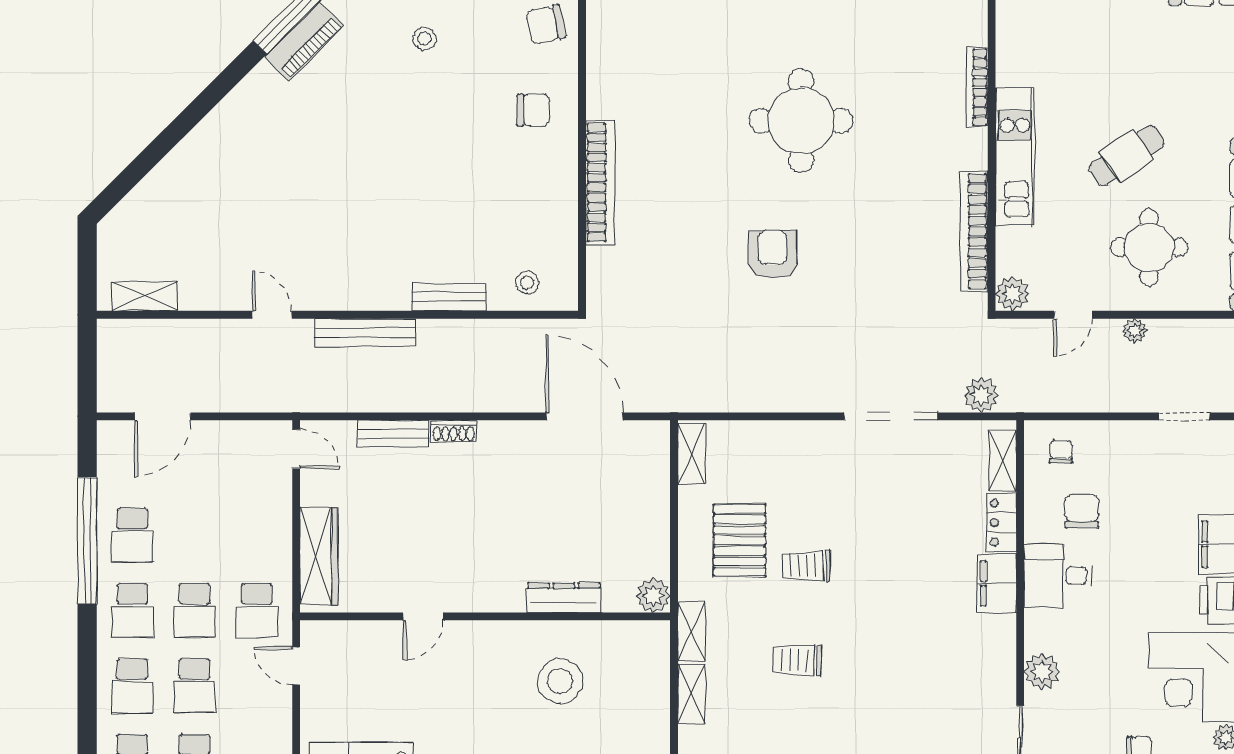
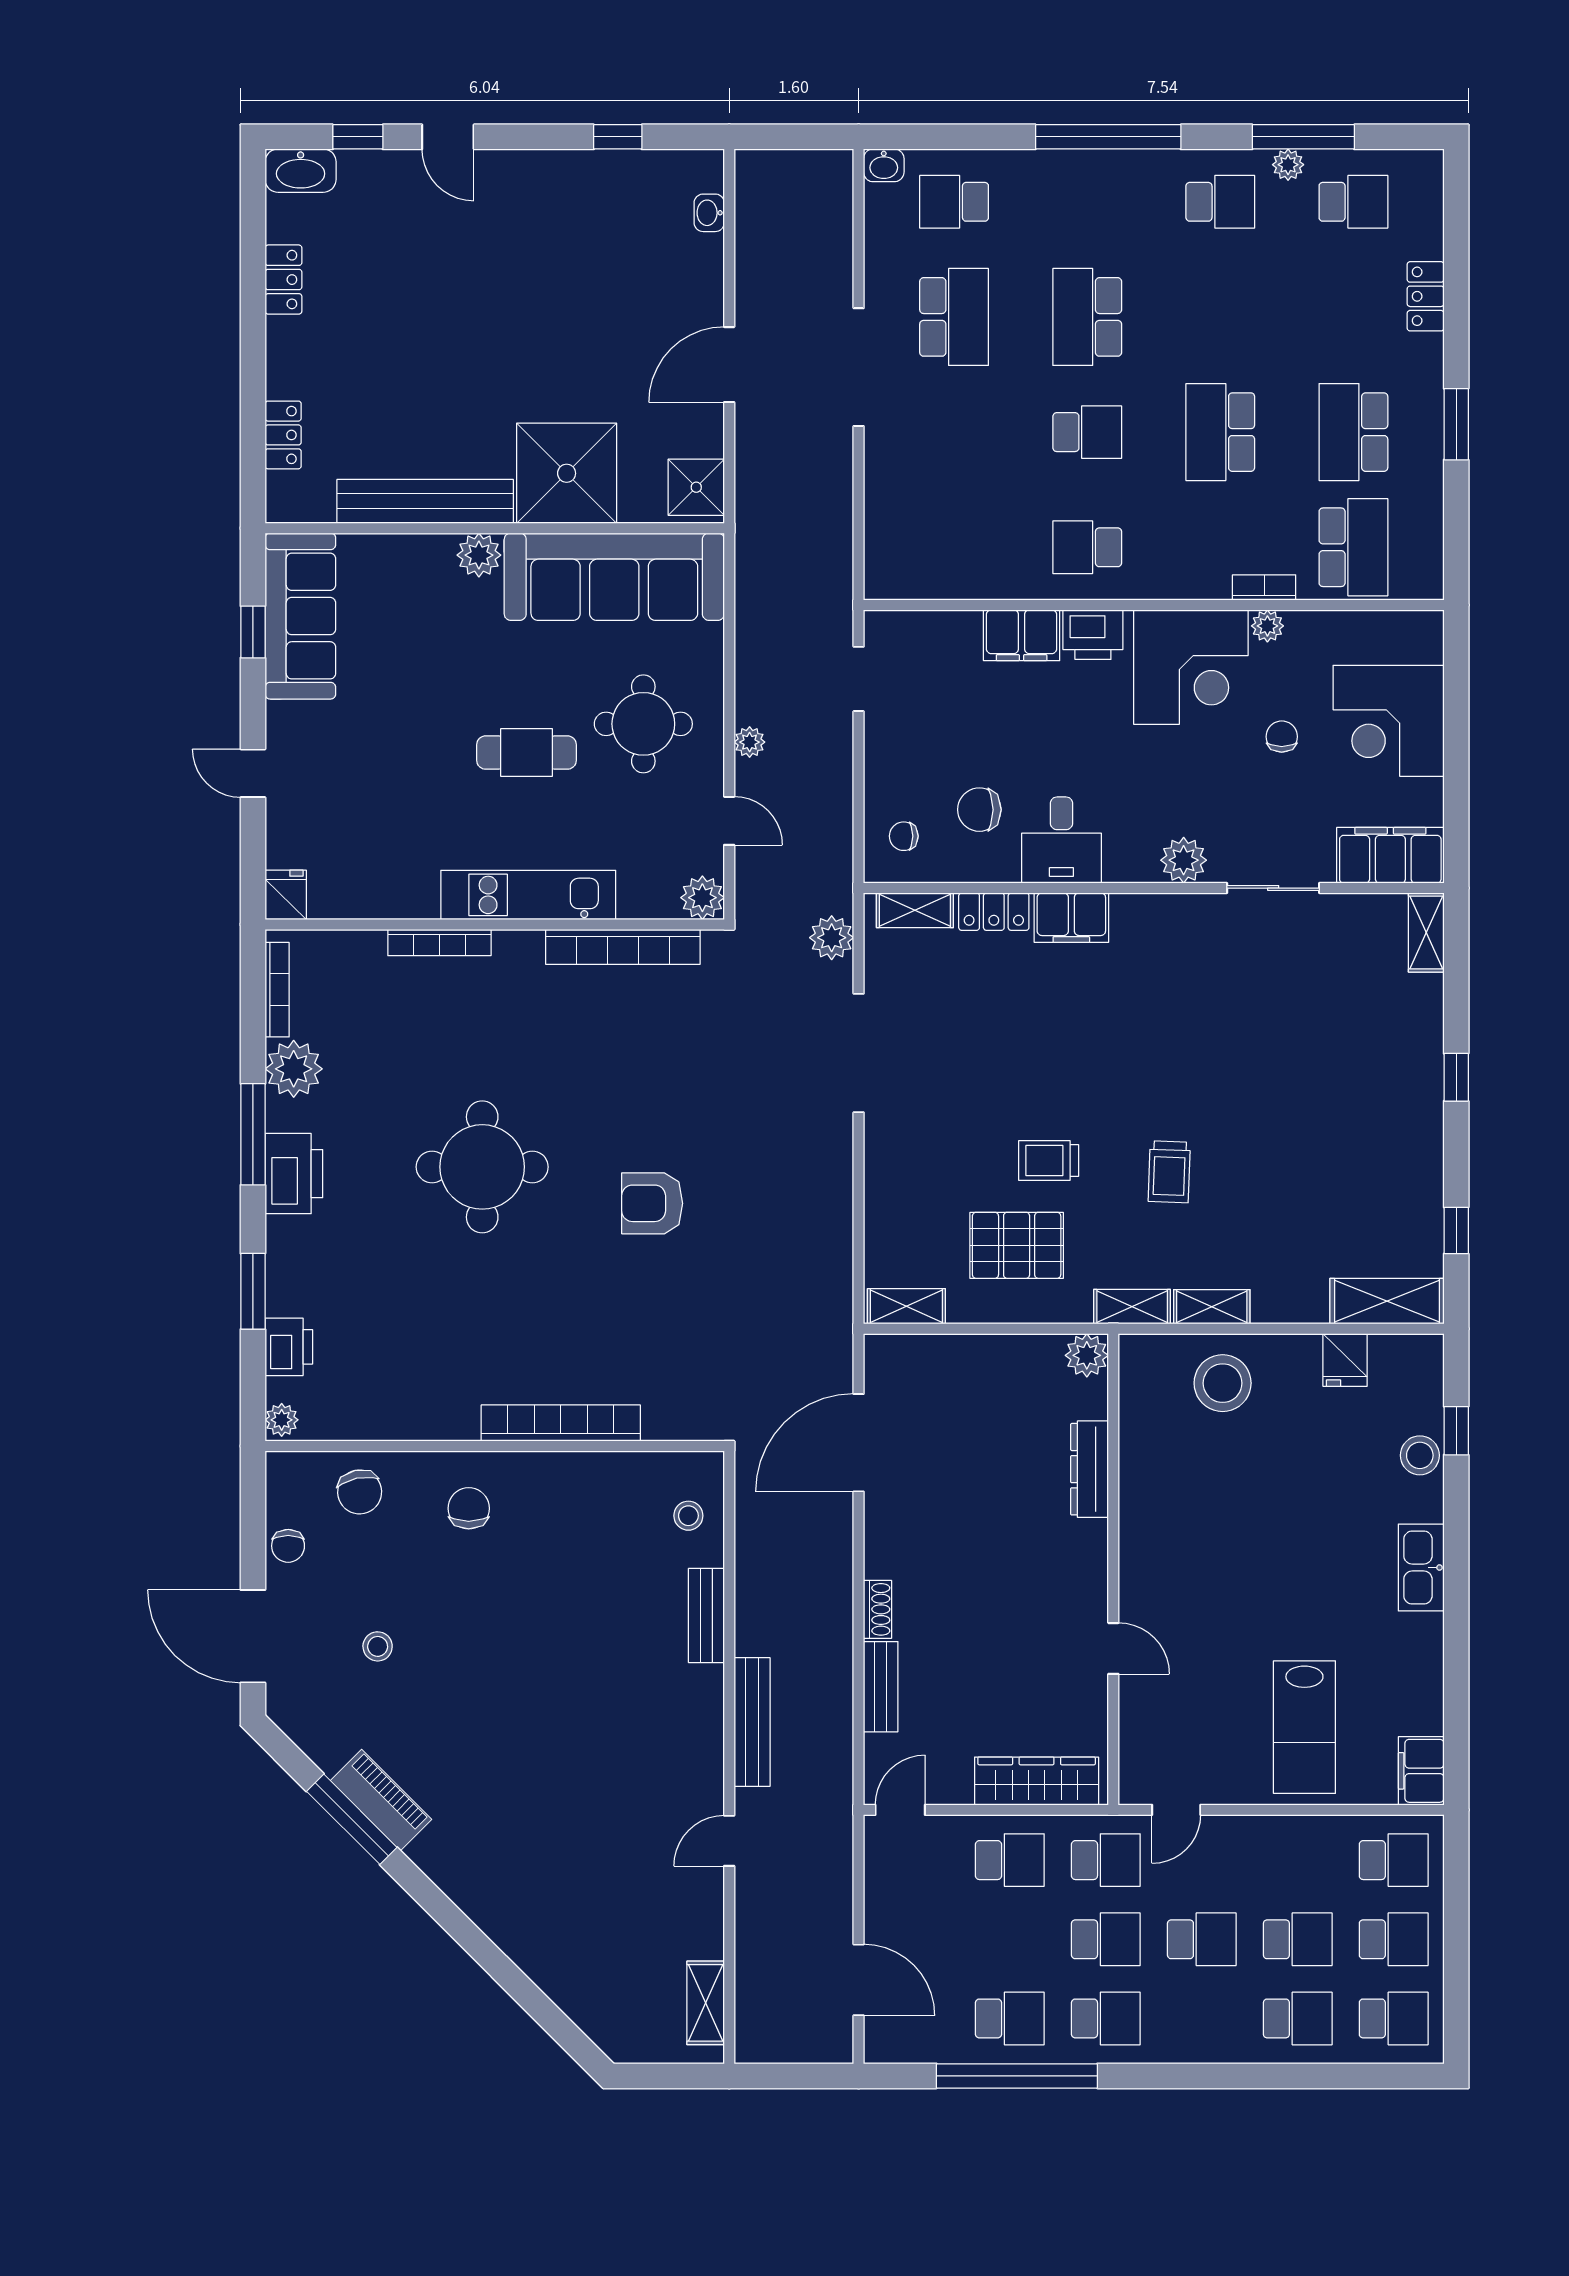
cafe table: (1127, 156) -> (527, 753), turned -56
trolley: (806, 566) -> (1049, 1161), turned 90
stool: (560, 681) -> (1223, 1383), moved
school desk: (132, 686) -> (1010, 1860), moved

